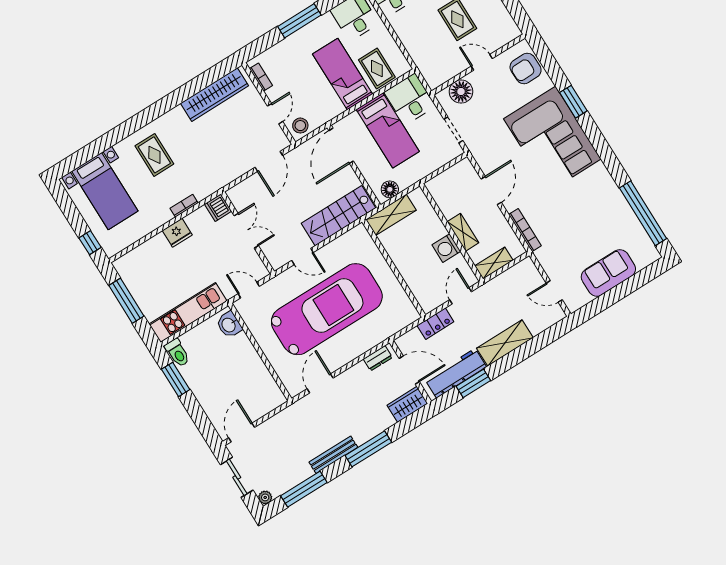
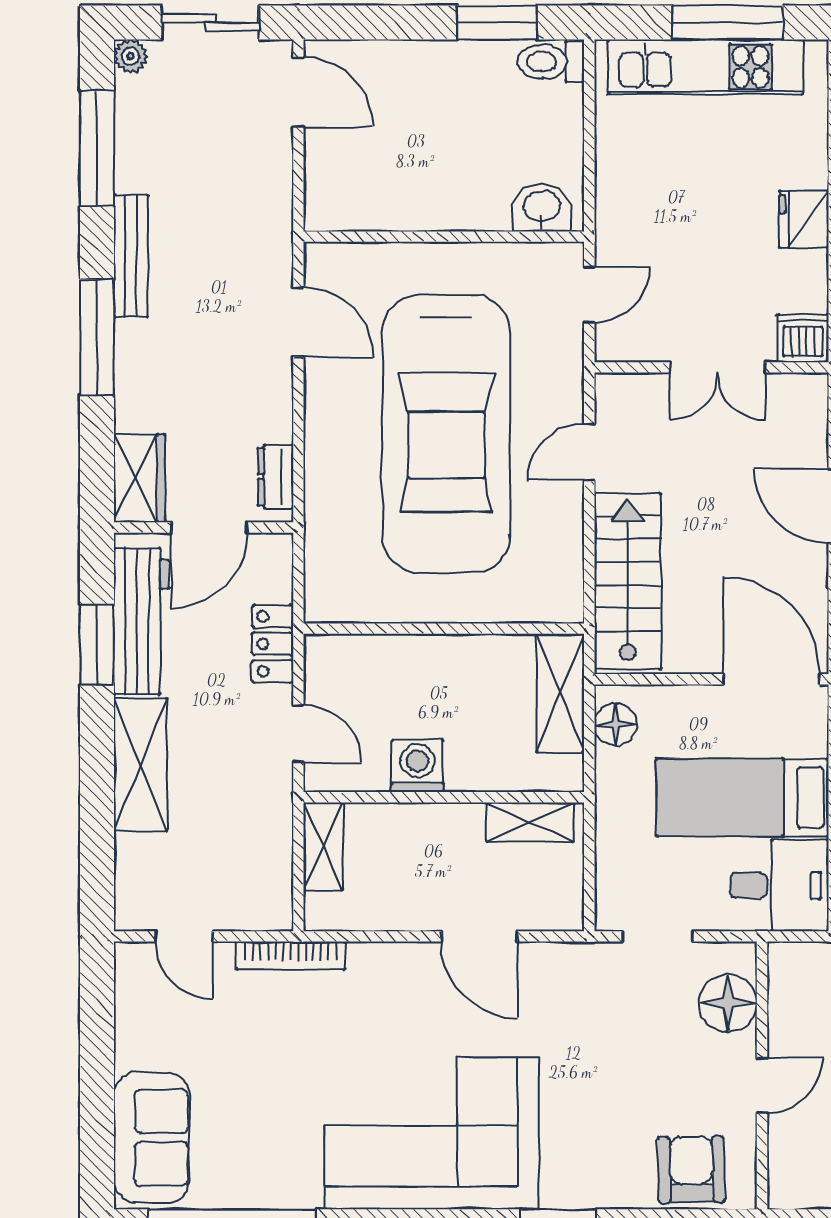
corner sofa: (552, 139) -> (432, 1133), moved
bookcase: (525, 230) -> (290, 955), moved
shelving: (463, 232) -> (530, 822), moved
sofa: (608, 273) -> (152, 1138), moved
door: (554, 291) -> (184, 936), swing flipped
kitchen unit: (188, 313) -> (706, 67), moved, turned 90

